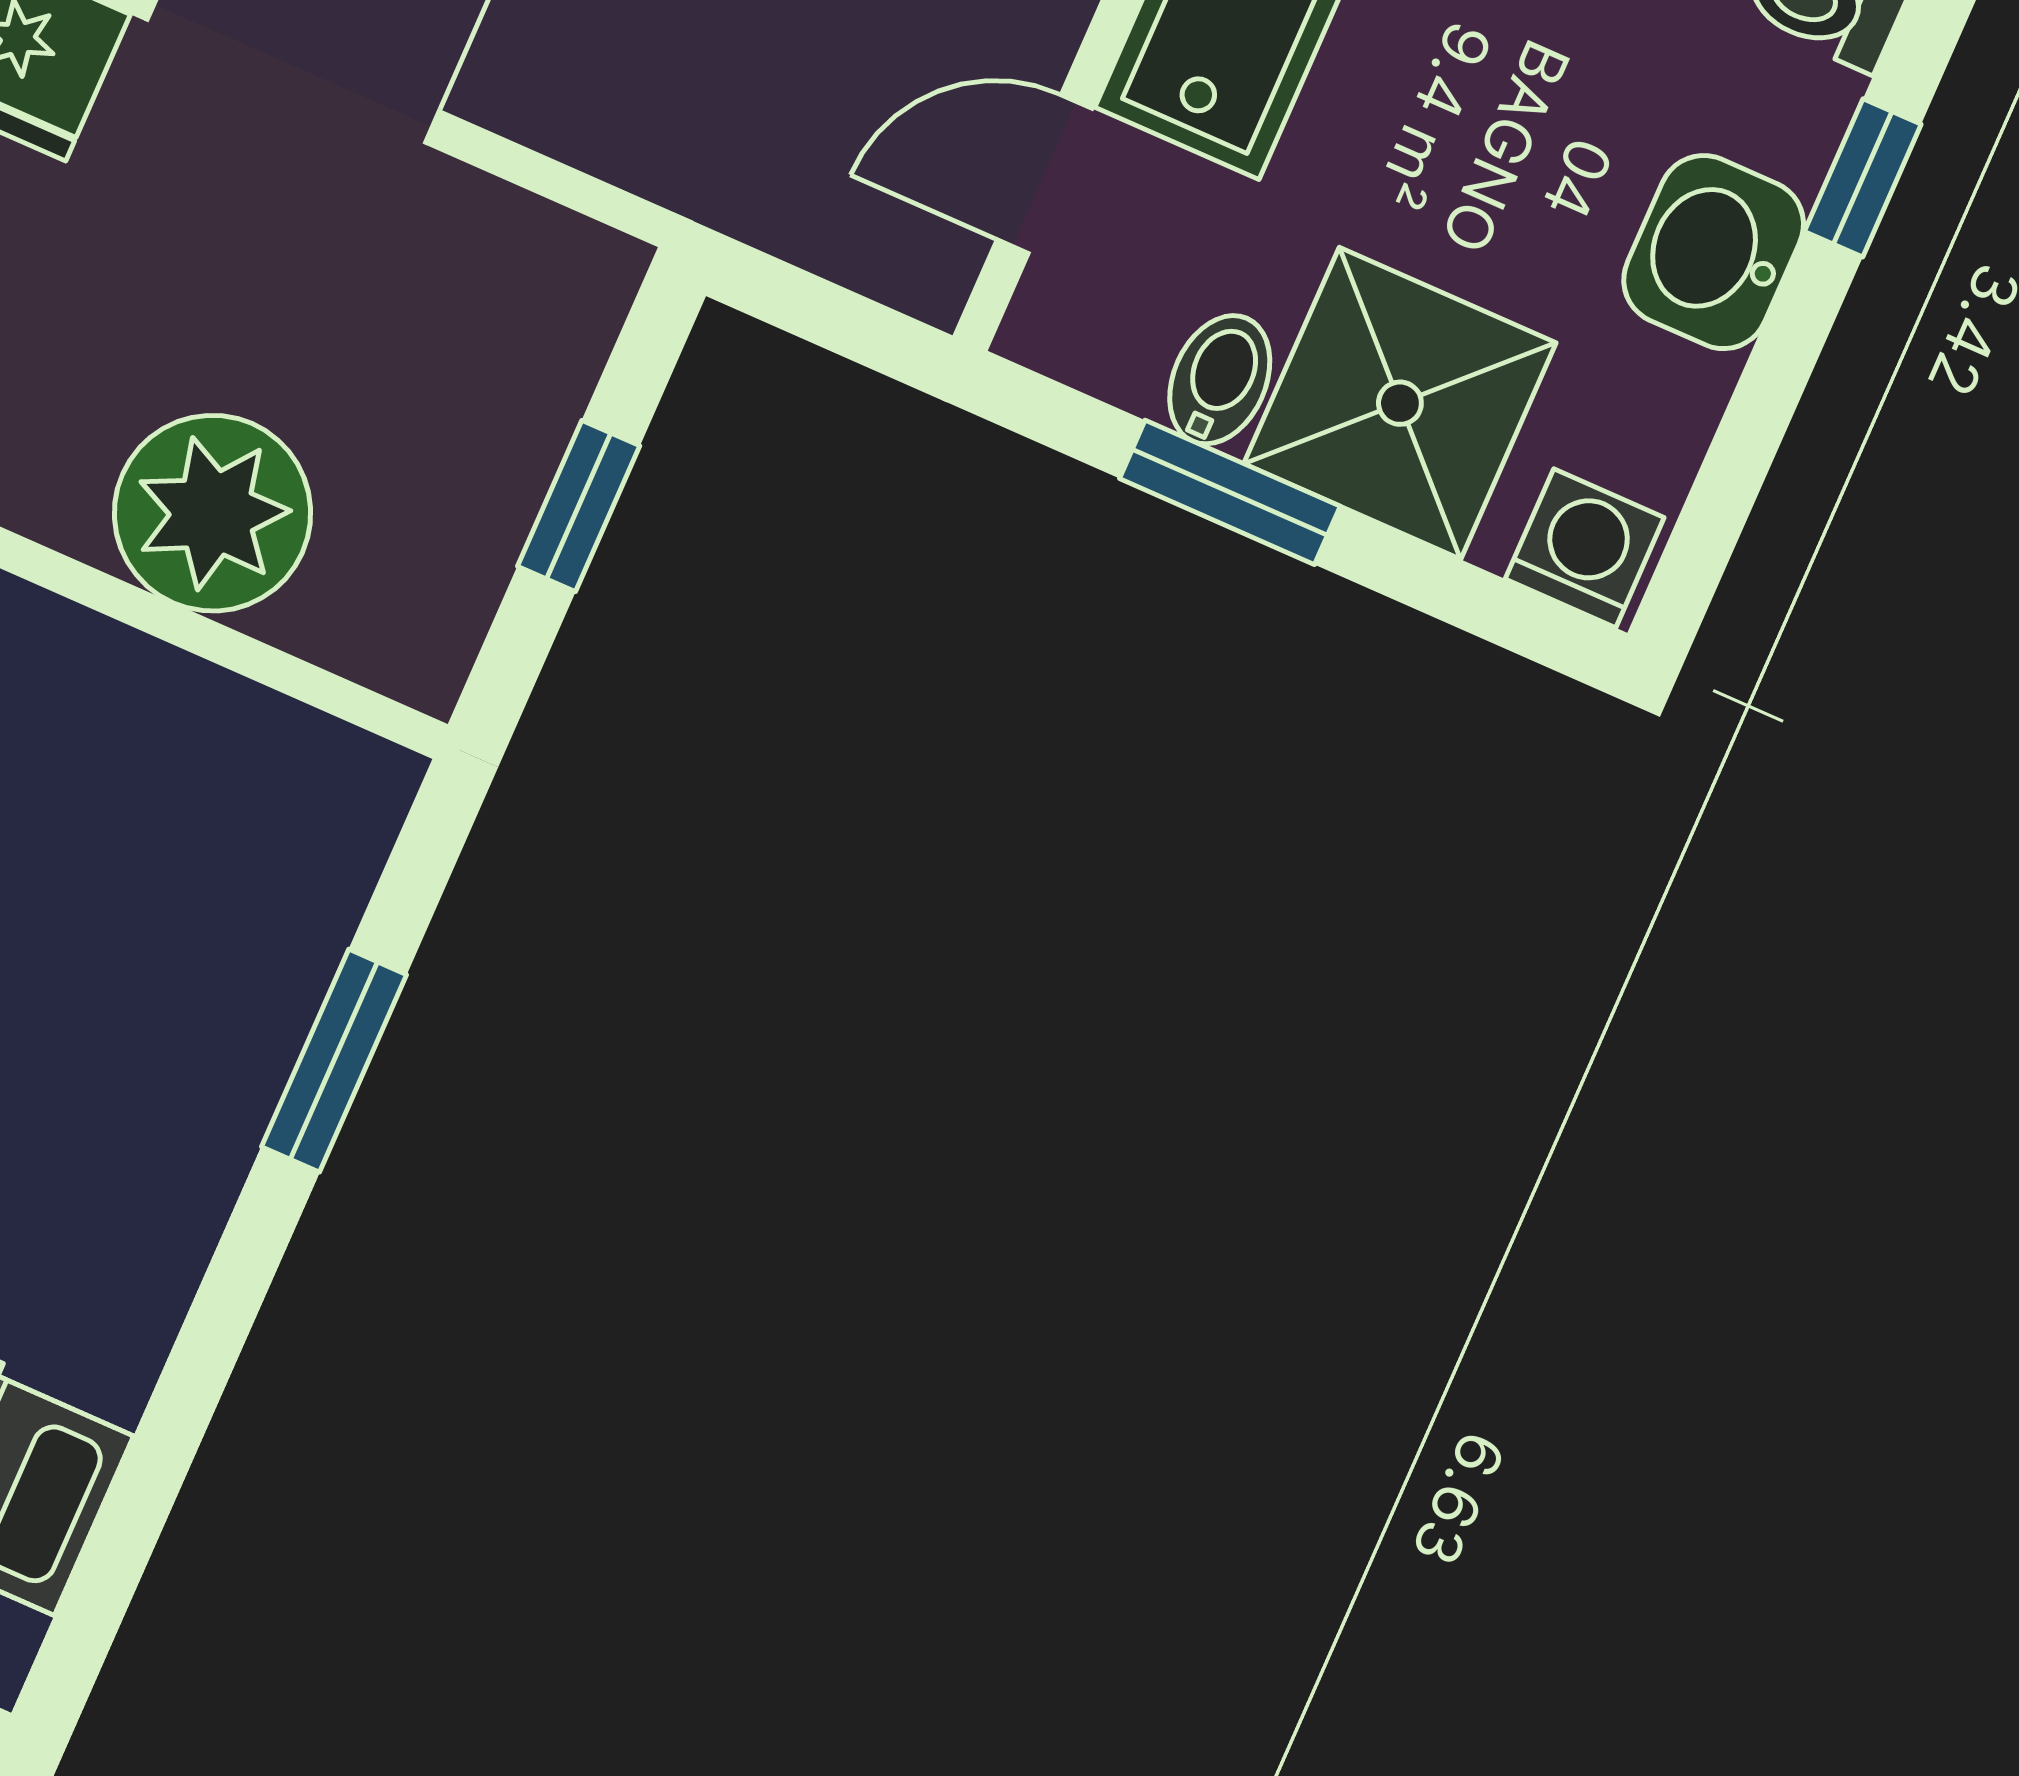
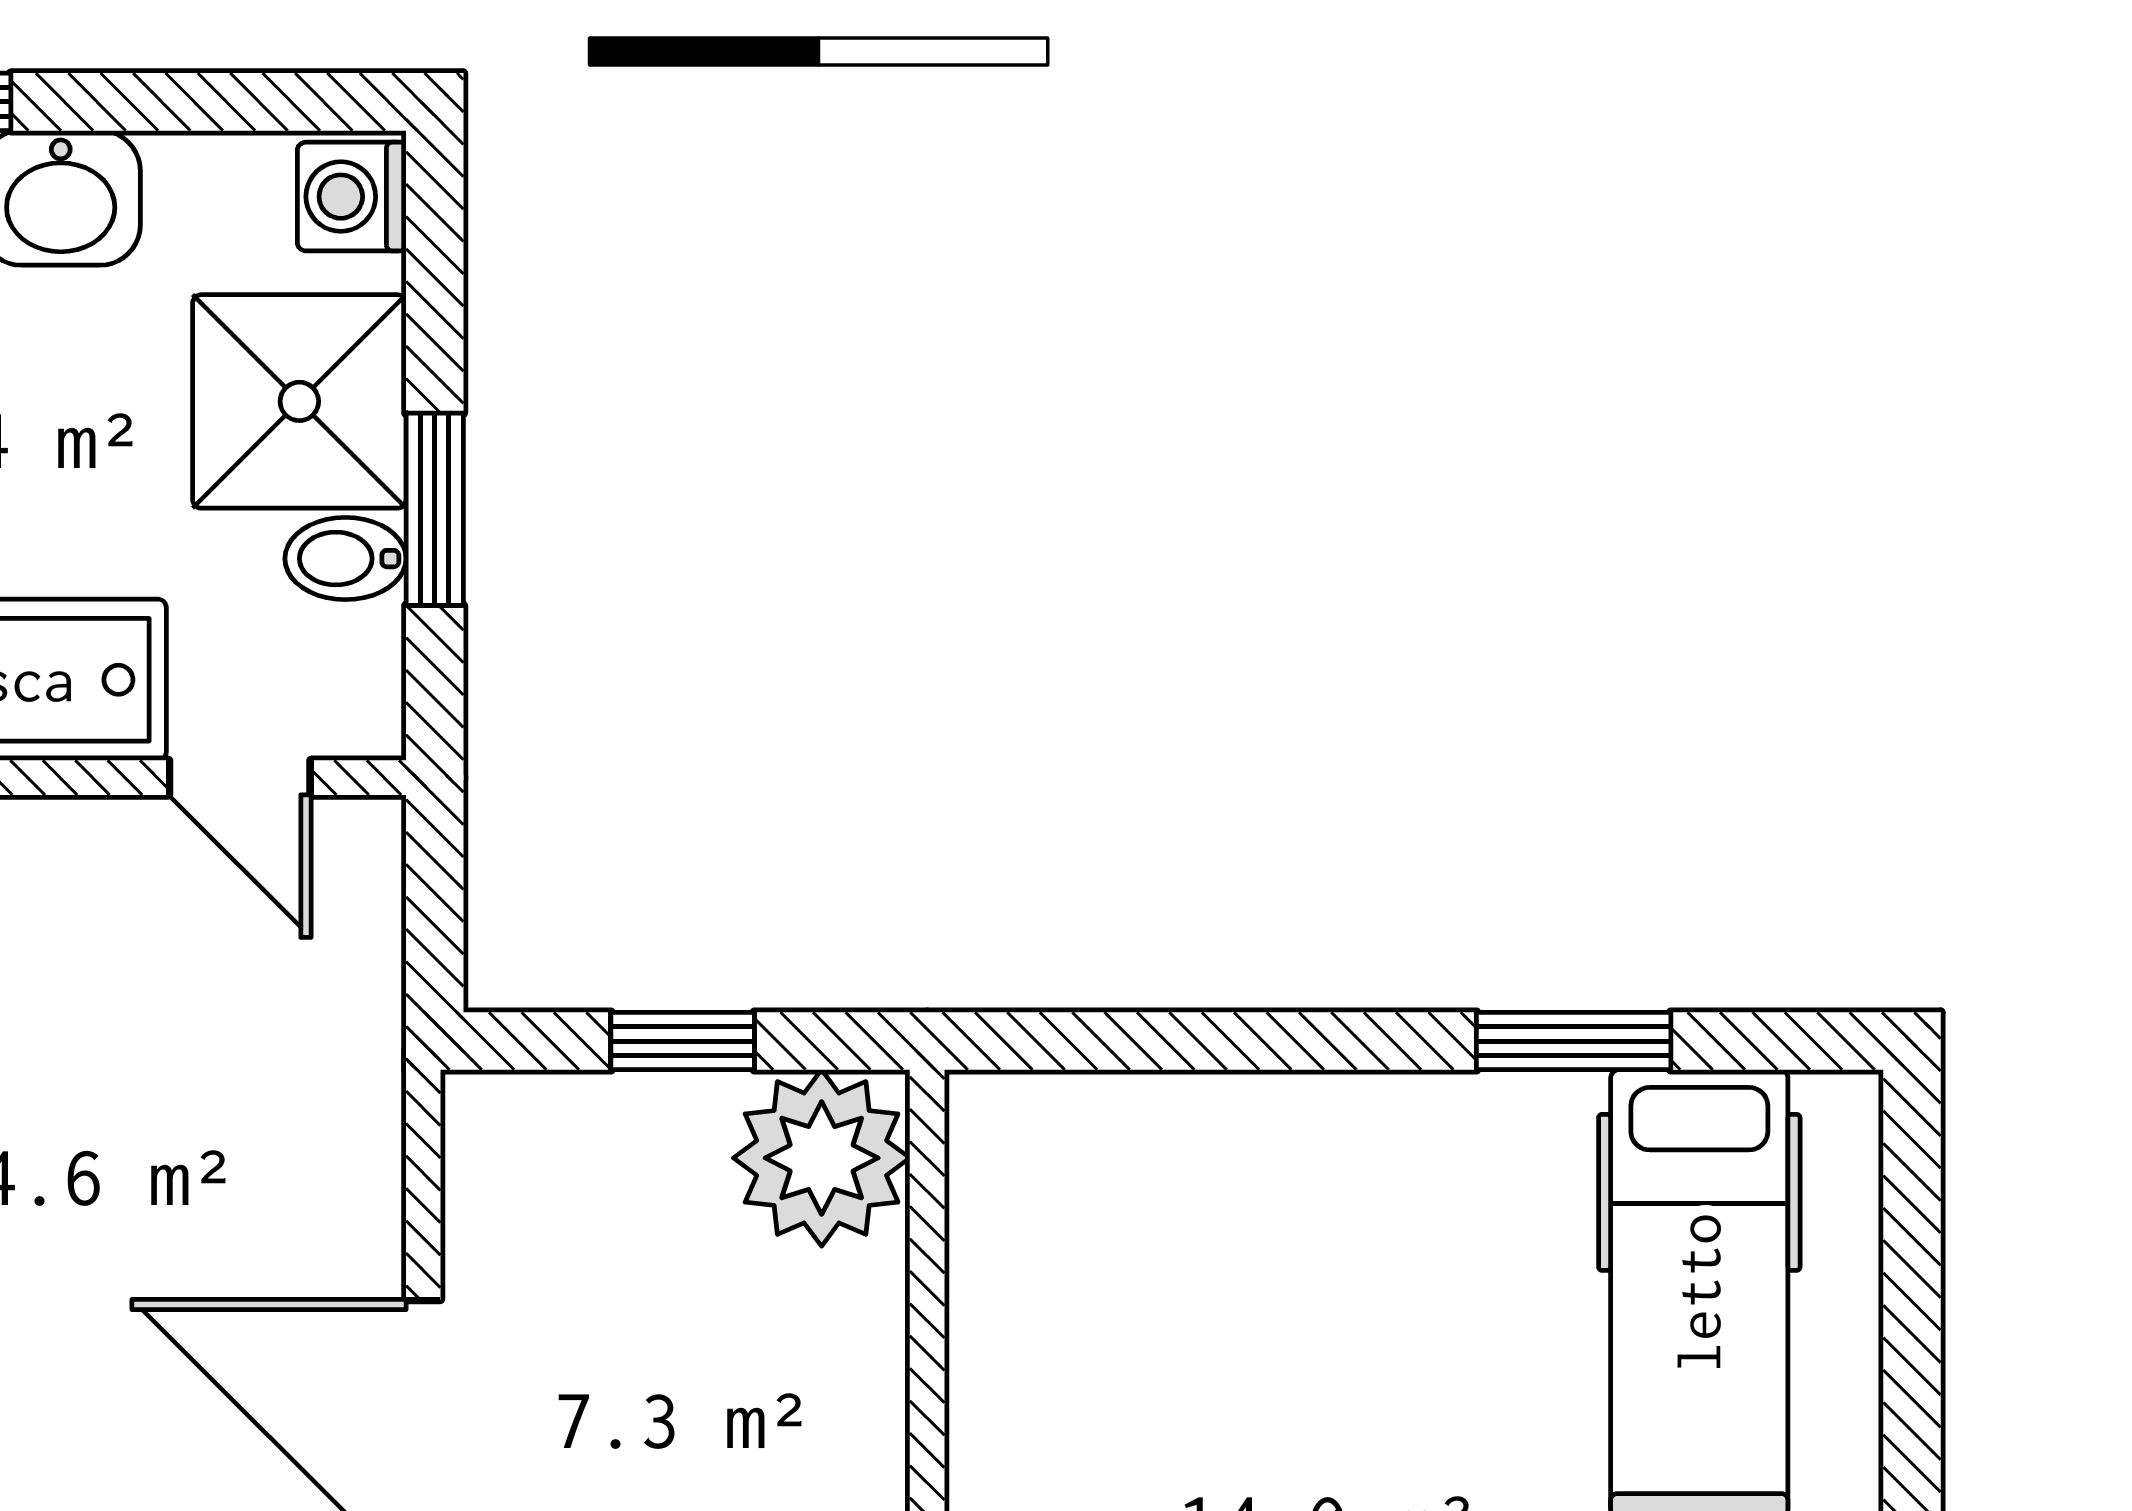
plant: (213, 513) -> (822, 1158), moved
window: (334, 1061) -> (1574, 1041), moved

